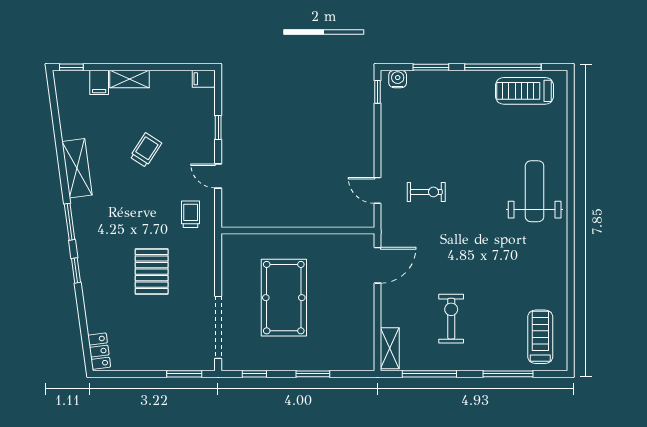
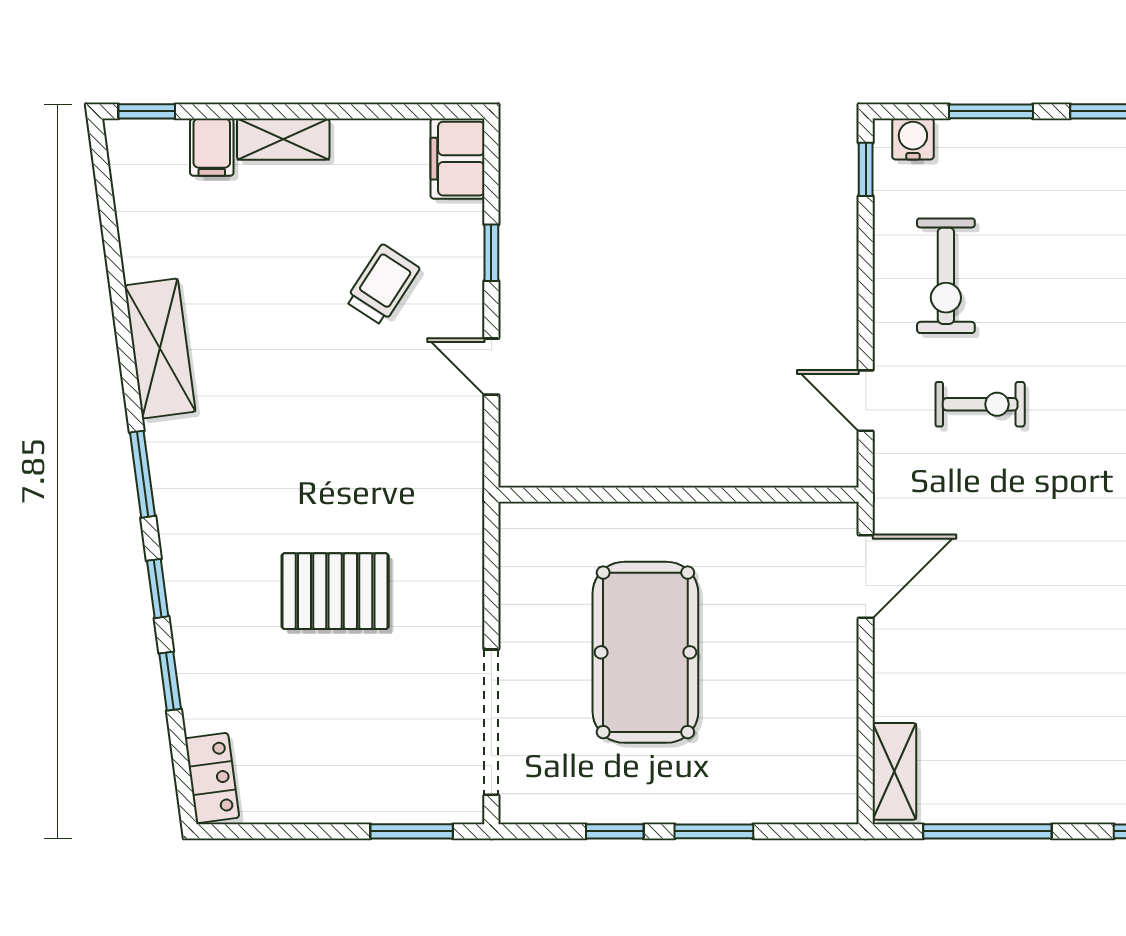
filing cabinet: (204, 79) -> (458, 159), width x2.00
trolley: (146, 150) -> (382, 285), moved
trolley: (191, 214) -> (427, 456), removed
pallet: (152, 272) -> (335, 591), turned 90
window: (81, 310) -> (170, 681), added
exercise bike: (451, 319) -> (946, 276), moved, turned 180
window: (254, 374) -> (615, 831), moved

